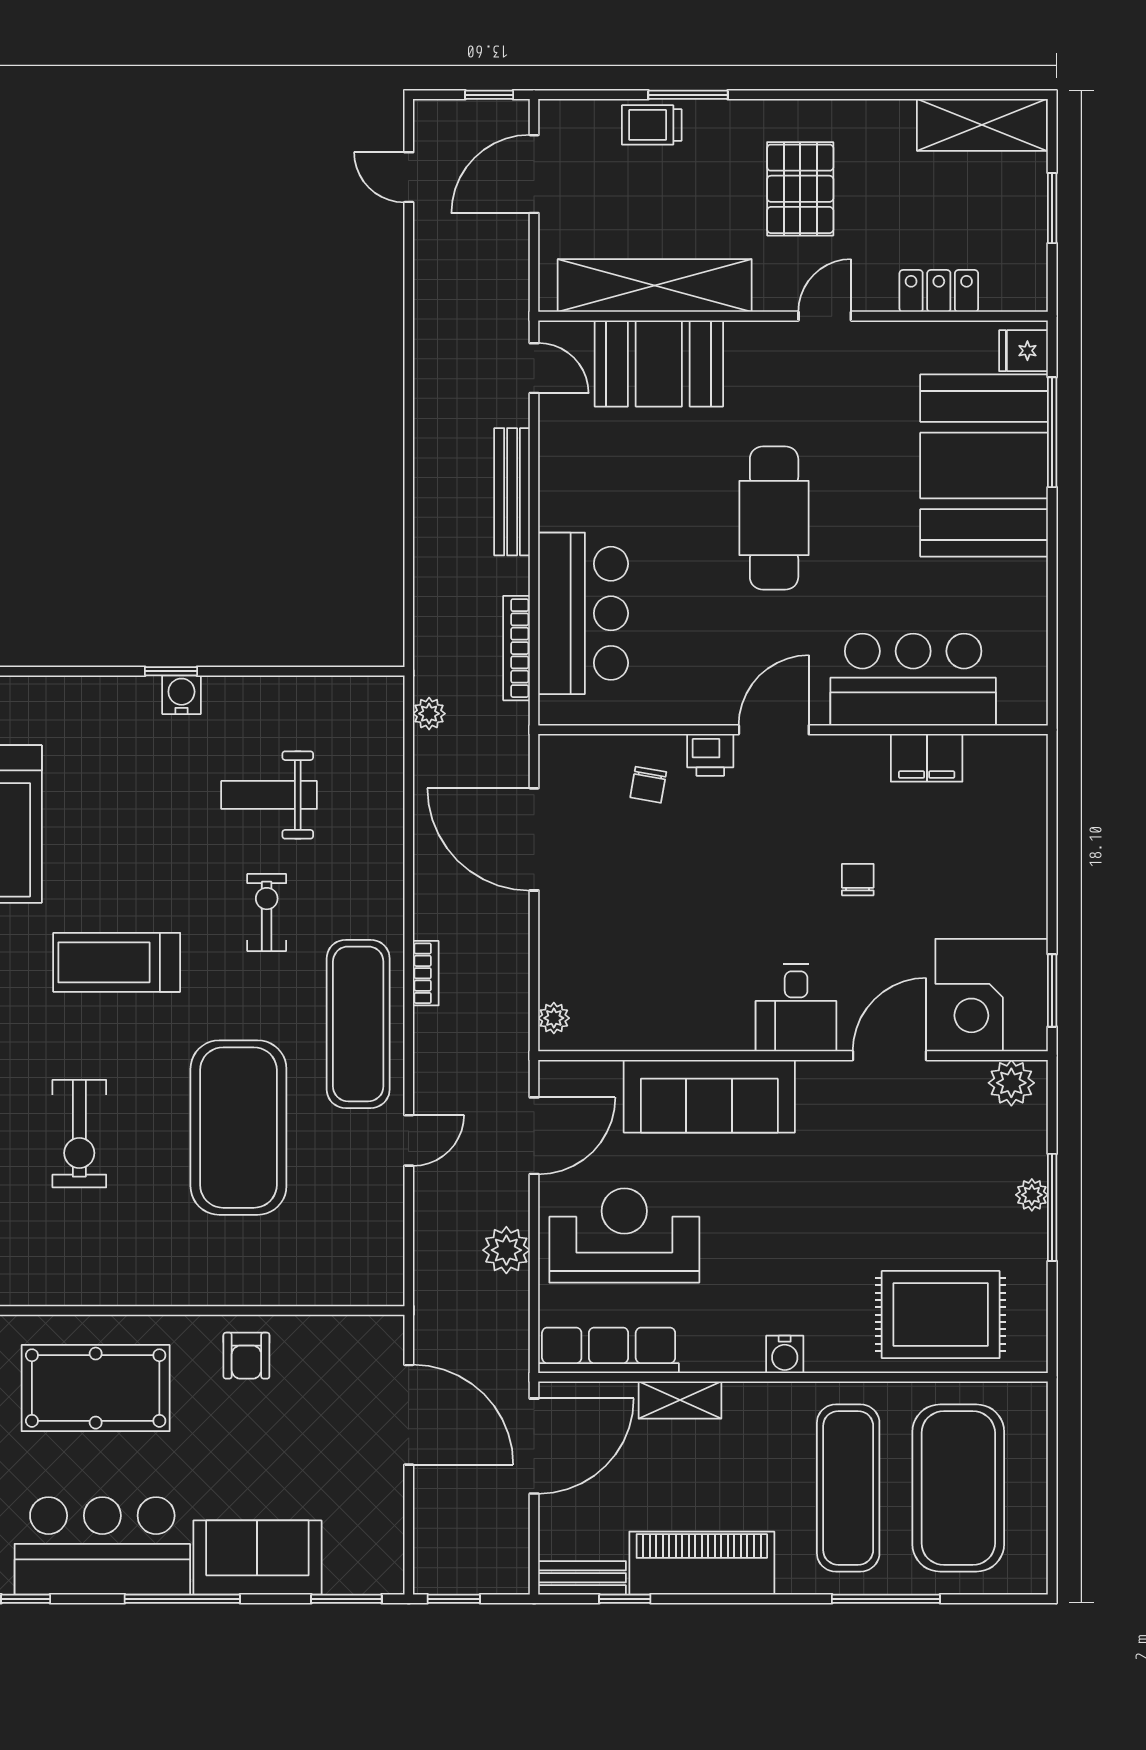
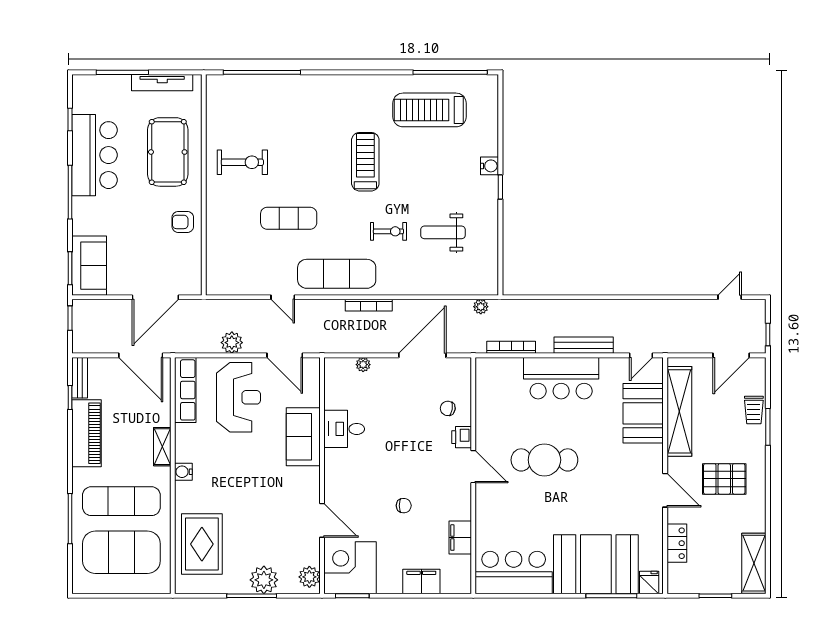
trolley: (652, 125) -> (754, 410), turned 180
door: (534, 174) -> (731, 355), swing flipped
door: (825, 316) -> (665, 490), width x1.38
cafe table: (774, 518) -> (544, 460), moved
bar counter: (583, 613) -> (561, 378), moved
bar counter: (913, 680) -> (514, 573), moved, turned -90
water cooler: (181, 695) -> (489, 166), moved
weight bench: (269, 795) -> (443, 232), turned -90
filing cabinet: (1021, 842) -> (421, 581), added
bookcase: (426, 973) -> (369, 305), width x1.56
desk: (796, 1008) -> (344, 429), moved
plant: (554, 1018) -> (363, 365), moved
sofa: (709, 1096) -> (303, 437), width x0.73
exercise mat: (238, 1128) -> (289, 218), width x0.50, depth x0.69
exercise bike: (79, 1134) -> (242, 162), moved, turned 180
plant: (1032, 1195) -> (264, 580), width x1.88, depth x1.88
shelving: (680, 1400) -> (162, 447), moved
sofa: (257, 1557) -> (89, 266), moved

